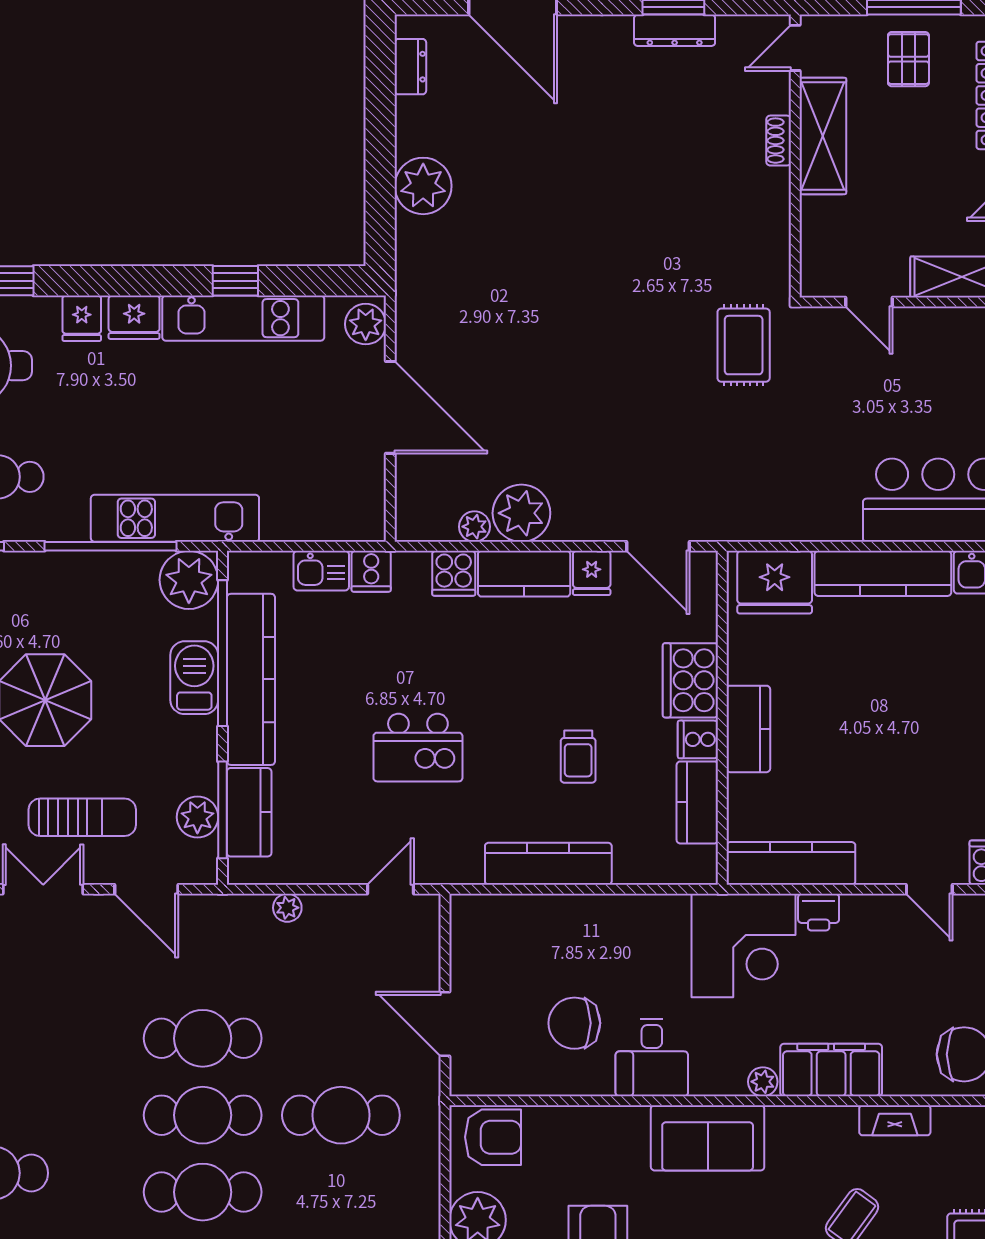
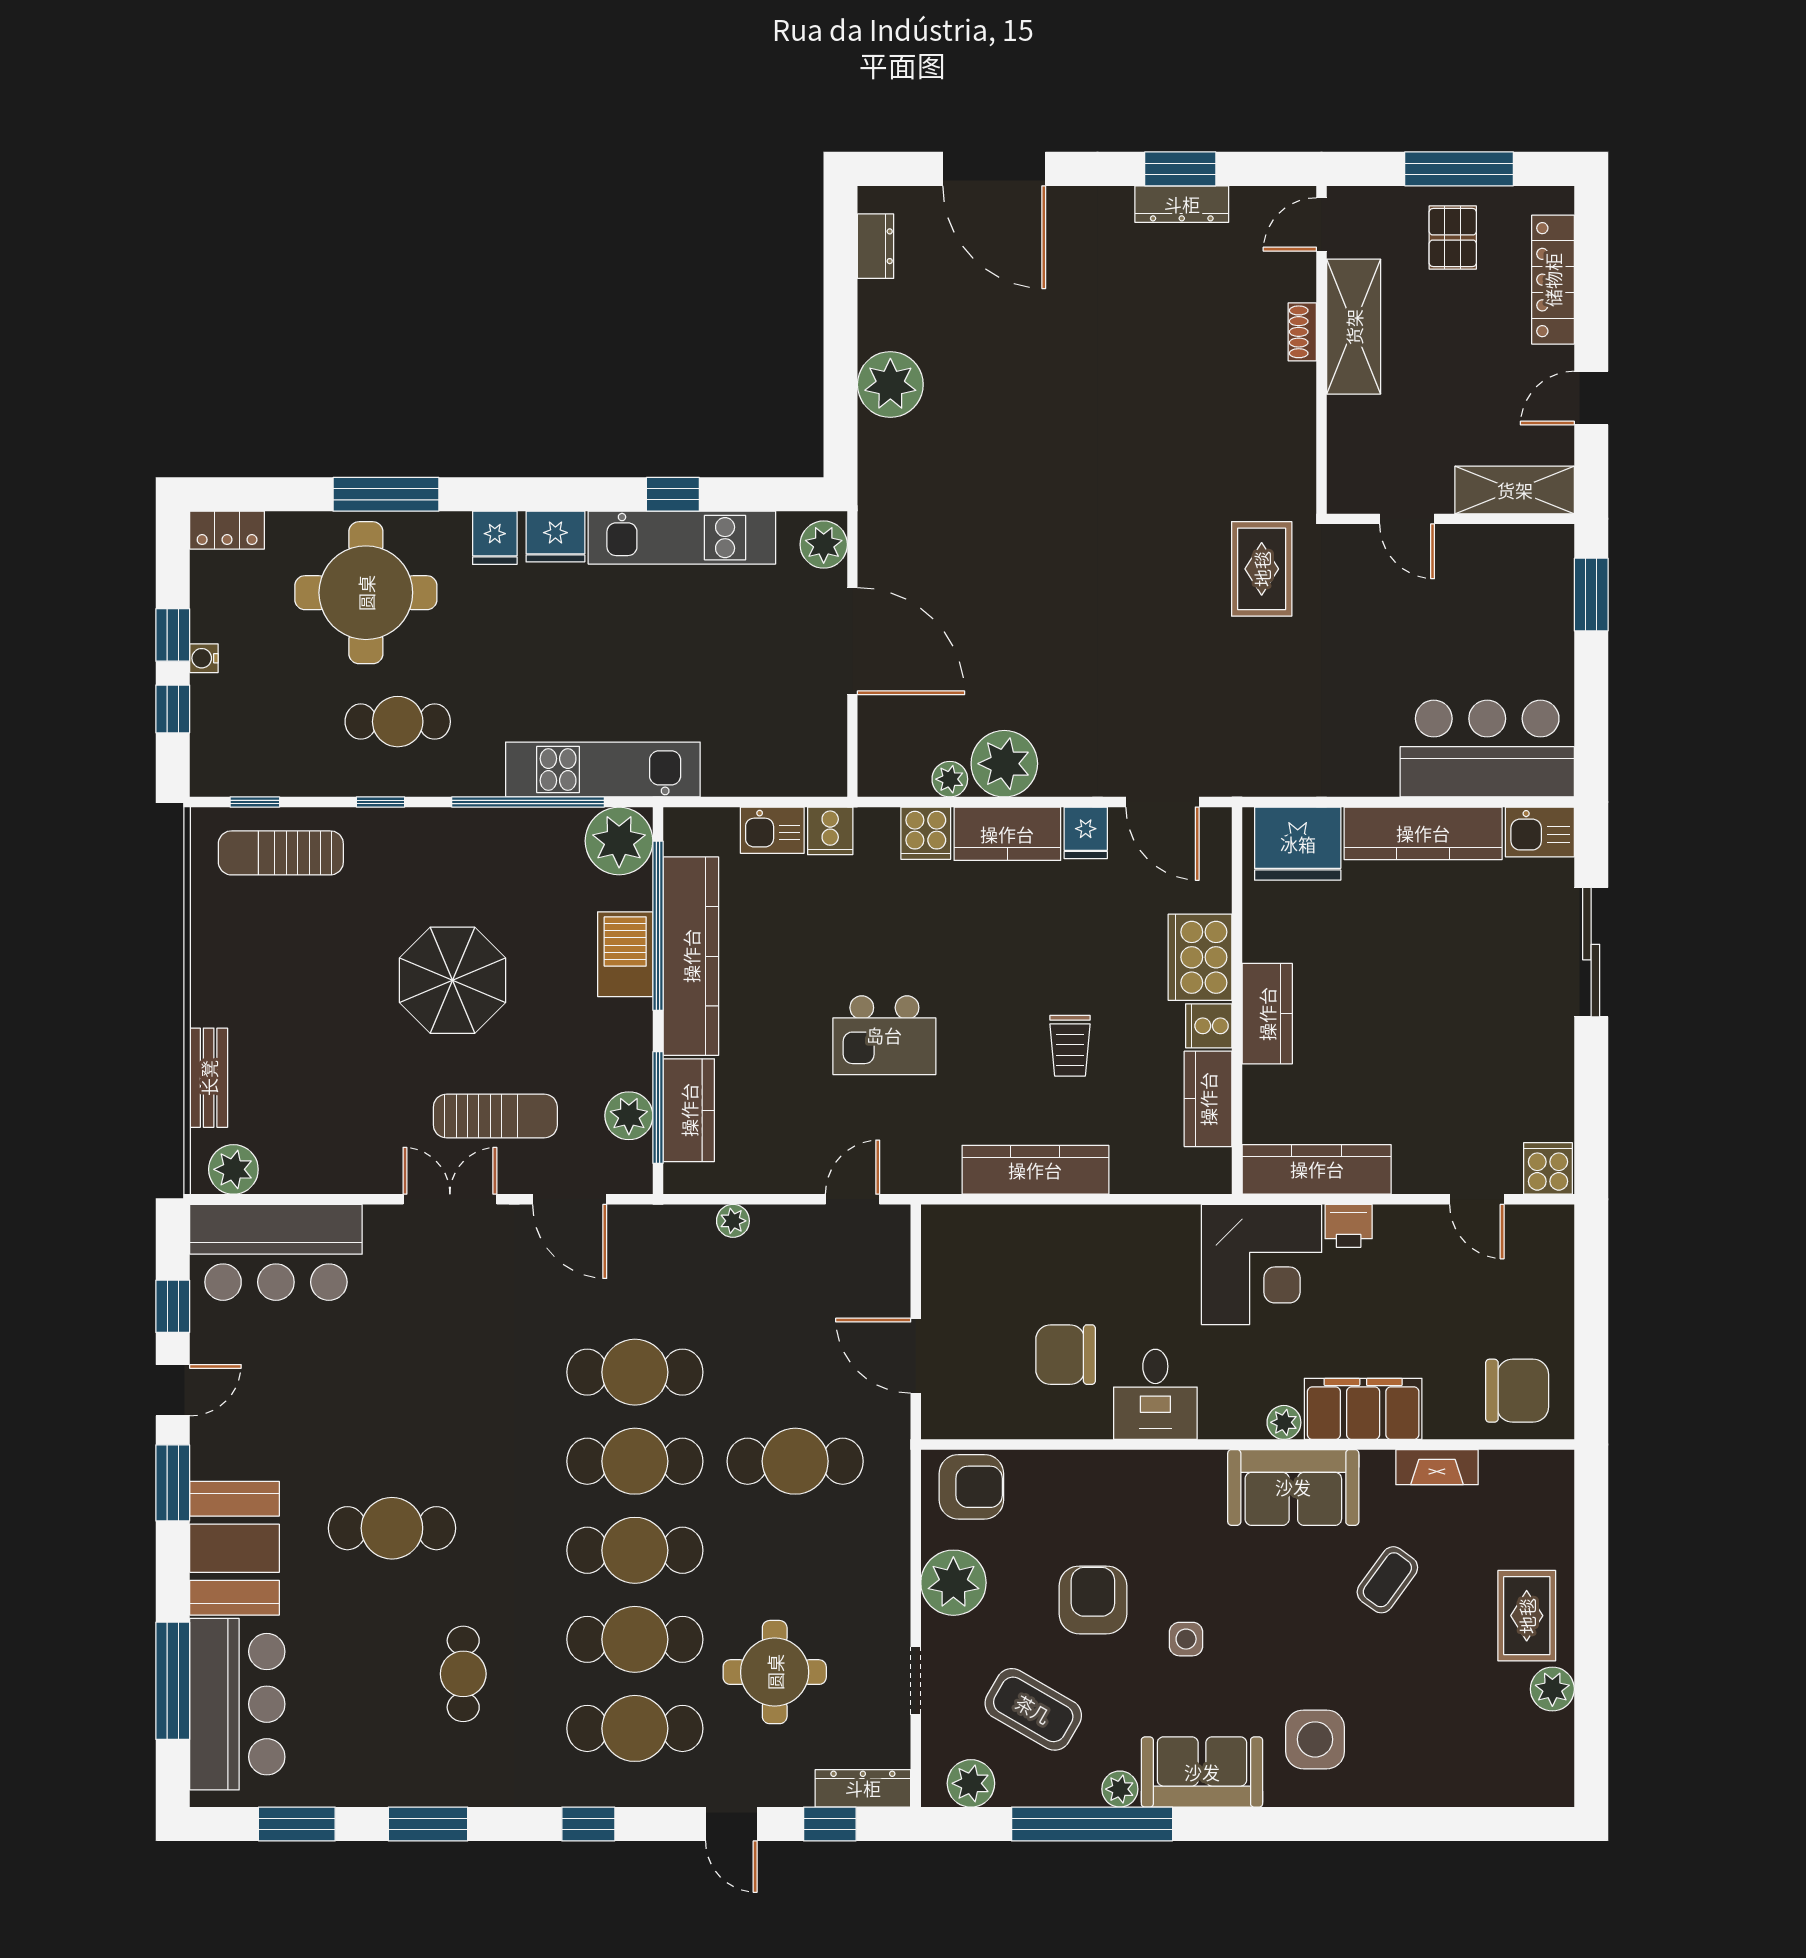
sofa: (708, 1138) -> (1293, 1487), moved

